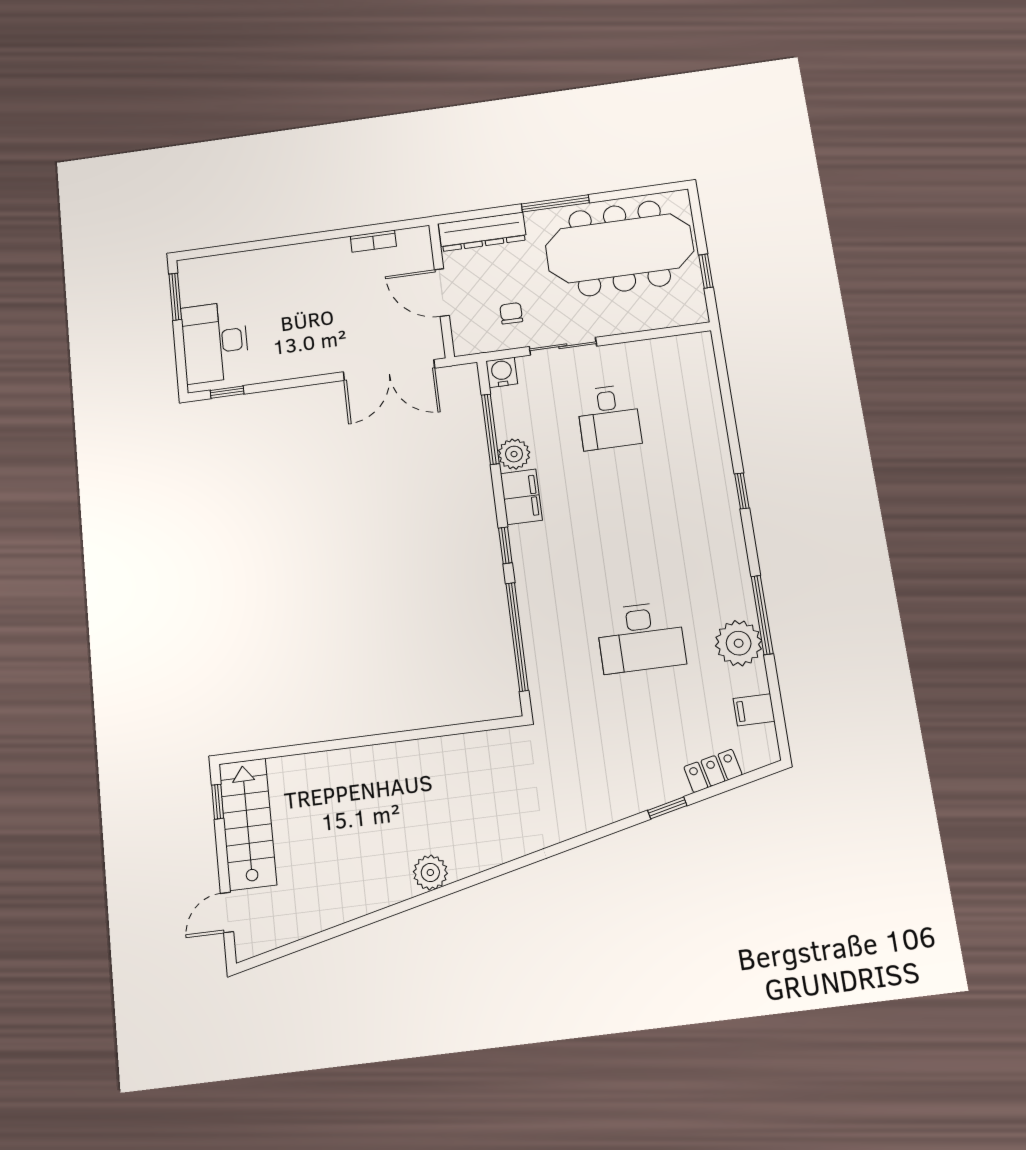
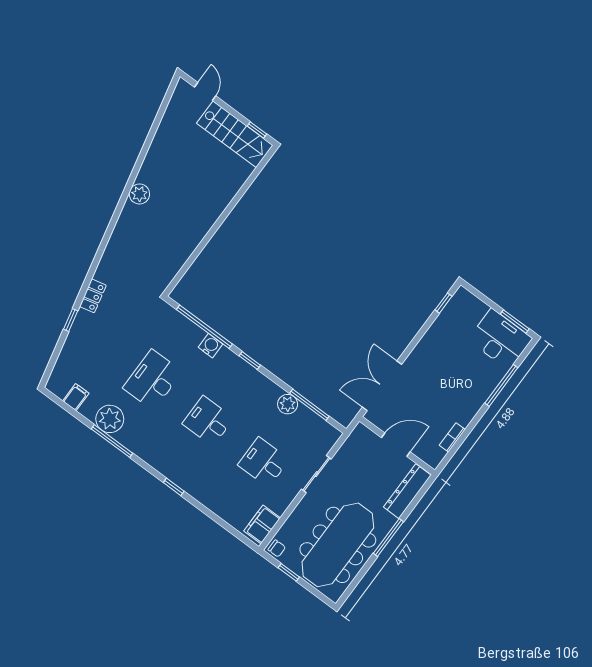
window: (263, 244) -> (501, 385), added
chair: (511, 313) -> (277, 548), moved
desk: (215, 342) -> (500, 339), moved
water cooler: (502, 372) -> (210, 346), moved, turned -90
filing cabinet: (521, 497) -> (262, 524), moved, turned 90
desk: (625, 526) -> (208, 421), added
locker: (713, 771) -> (93, 296), moved

